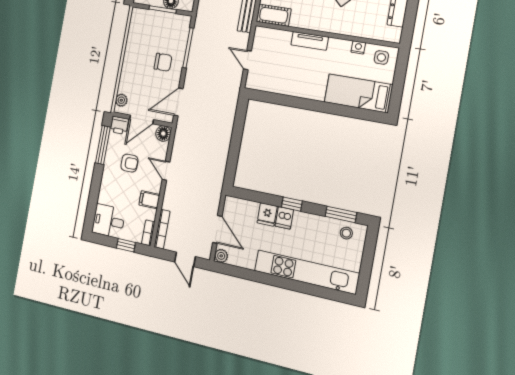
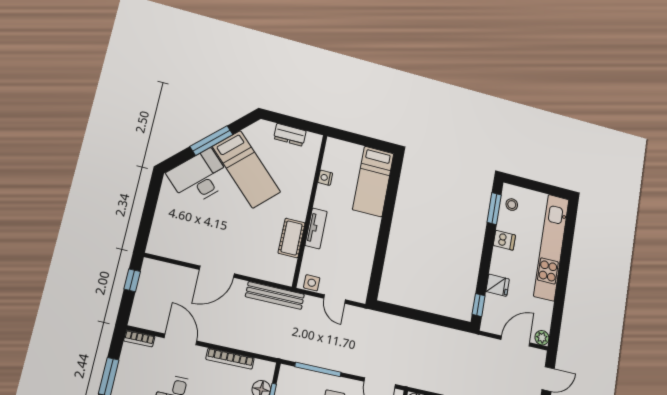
cot: (274, 15) -> (292, 238), moved
side table: (381, 57) -> (312, 283), moved
door: (247, 60) -> (335, 299), hinge flipped
window: (292, 204) -> (479, 305), moved
dishwasher: (284, 218) -> (504, 240), moved

